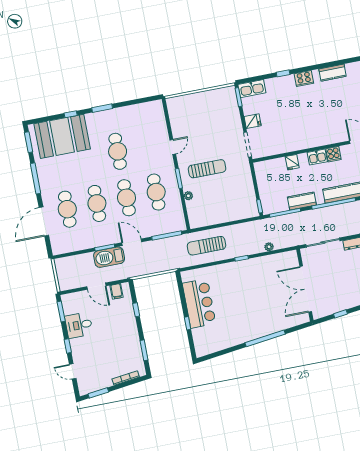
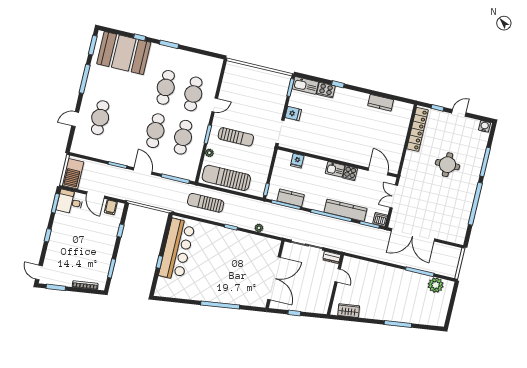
cooker: (304, 78) -> (326, 90), moved
fridge: (292, 162) -> (297, 161), moved
kitchen counter: (302, 201) -> (291, 198), moved
cafe table: (97, 203) -> (193, 94), moved
sun lounger: (216, 213) -> (226, 178), added
door: (44, 221) -> (75, 119), width x0.53
barbecue: (109, 257) -> (73, 174), moved, turned -90
double door: (306, 289) -> (274, 278), swing flipped
bar counter: (199, 303) -> (177, 249), width x1.36
desk: (79, 325) -> (70, 202), moved
door: (73, 371) -> (39, 273), moved

